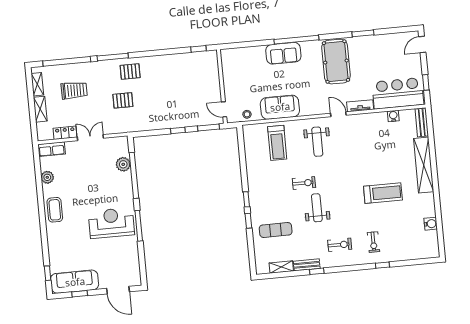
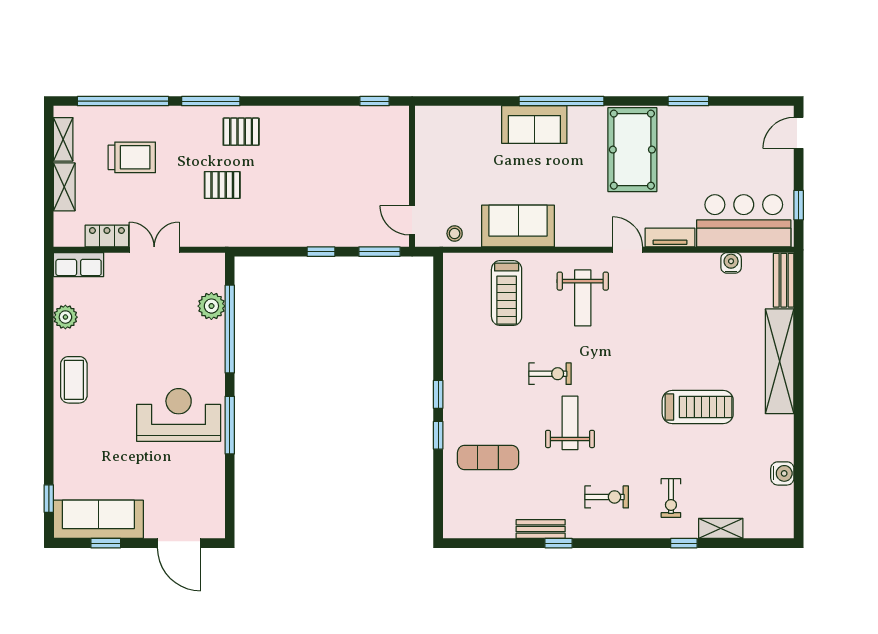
shelving: (281, 267) -> (721, 528), moved

